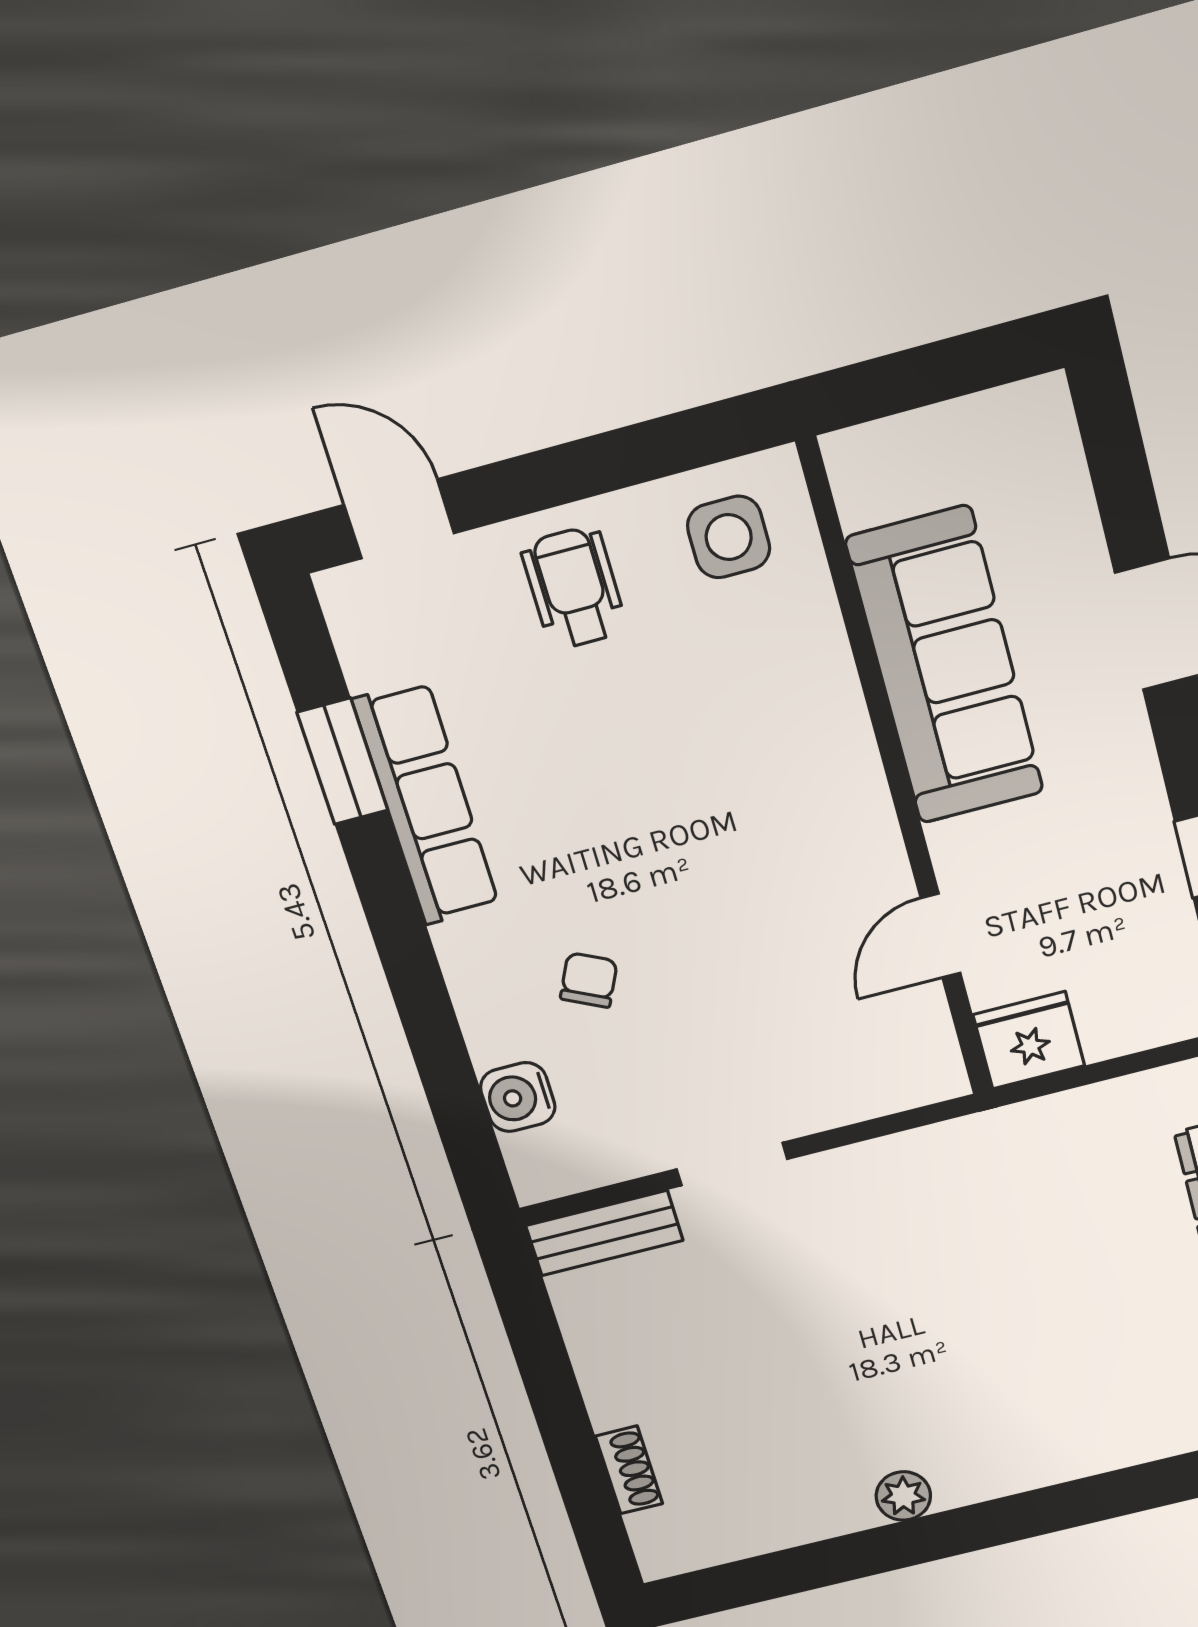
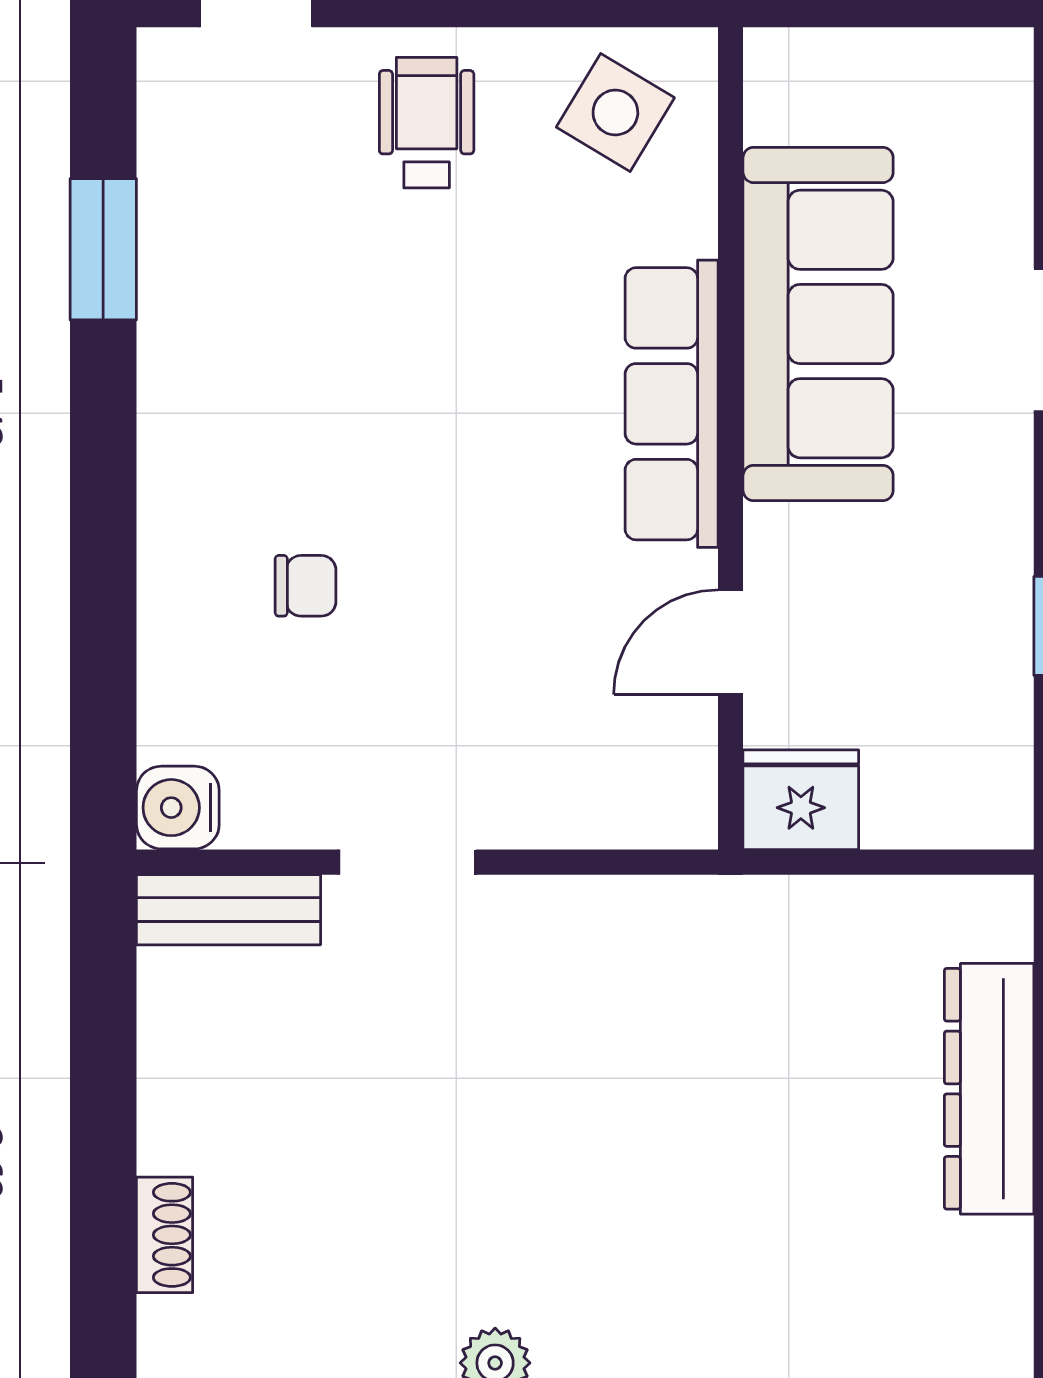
side table: (729, 537) -> (615, 112), turned 31
row of seats: (426, 803) -> (672, 404), moved, turned 180
chair: (589, 980) -> (306, 586), turned 64
water cooler: (518, 1097) -> (178, 808), moved

